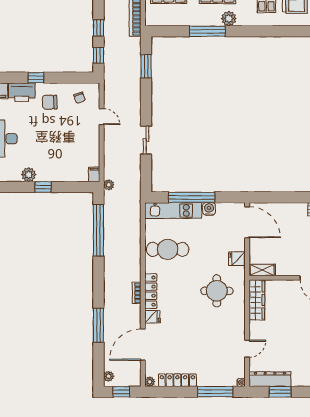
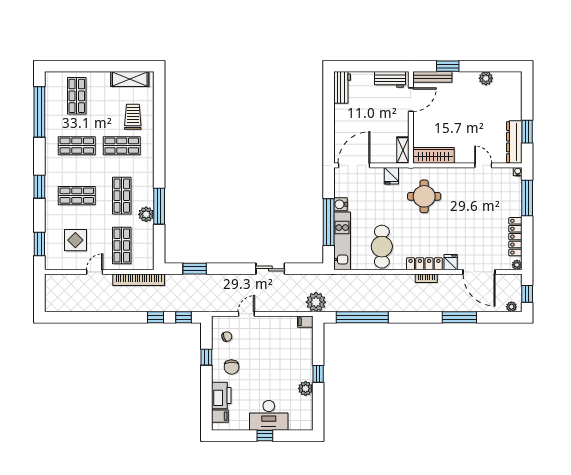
plant: (229, 19) -> (146, 214), moved
window: (36, 78) -> (206, 357), moved
plant: (109, 185) -> (316, 302), width x1.88, depth x1.88

